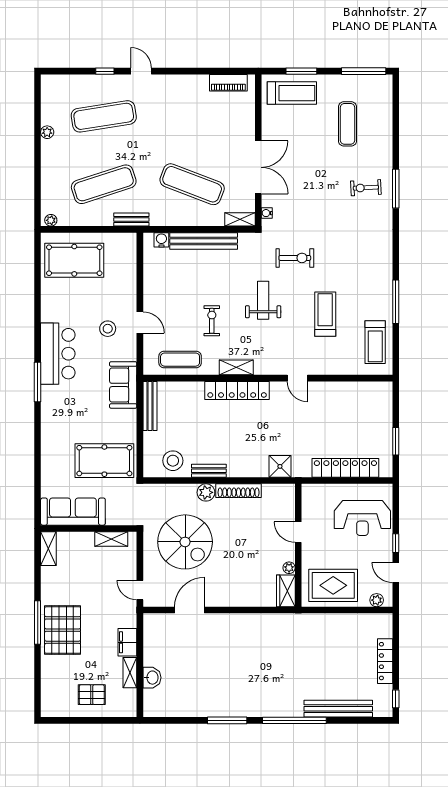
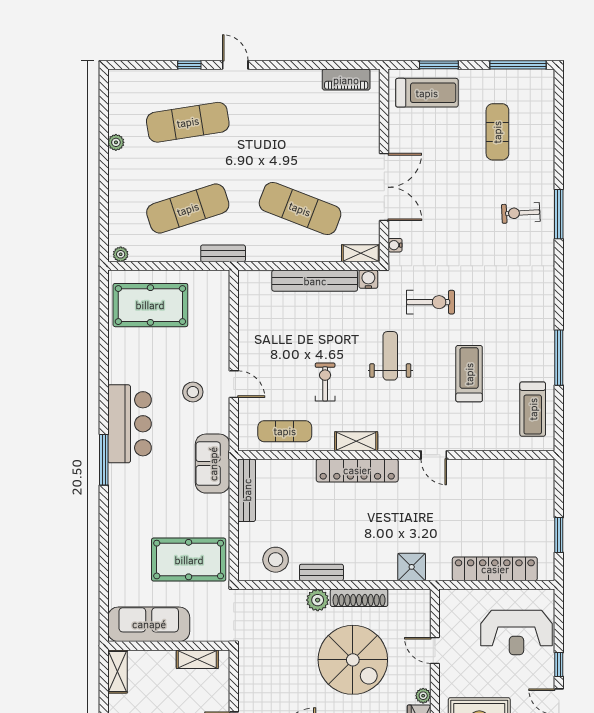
water cooler: (161, 240) -> (368, 279), moved
spiral stairs: (185, 542) -> (353, 660), moved

